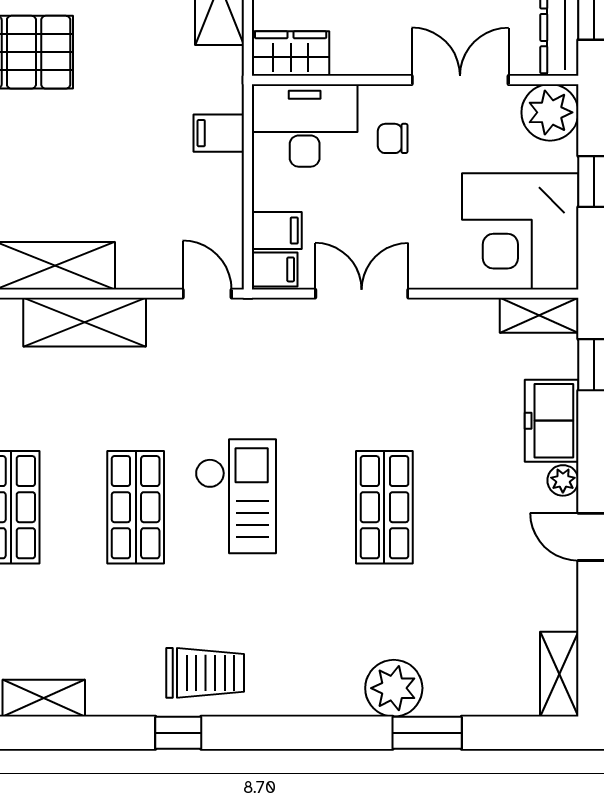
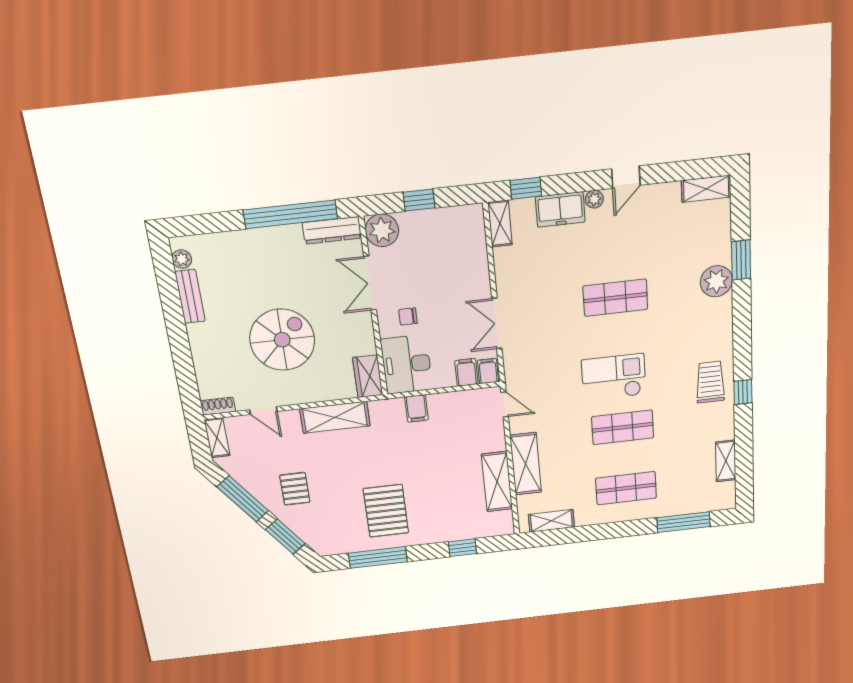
chair: (393, 138) -> (408, 316), turned 90
corner desk: (520, 231) -> (453, 240), removed
door: (207, 294) -> (505, 404), swing flipped

